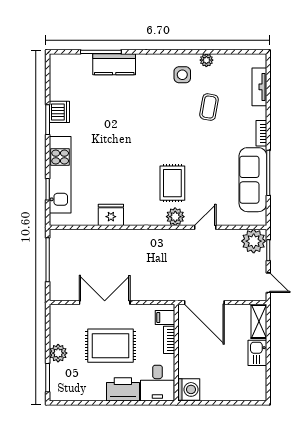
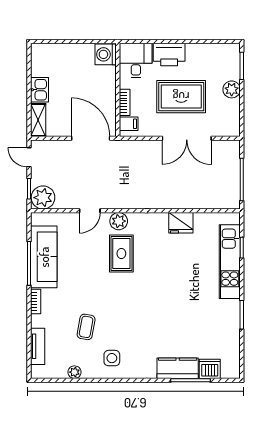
plant: (206, 60) -> (74, 372), moved
dishwasher: (59, 112) -> (210, 369), moved, turned 90

